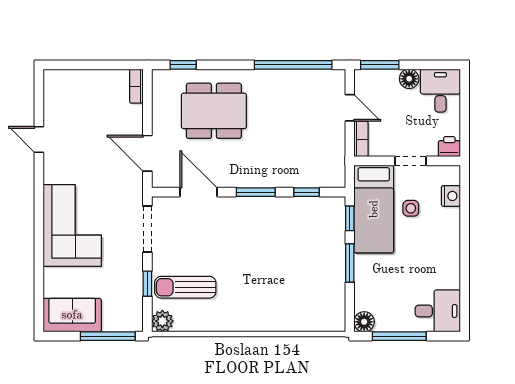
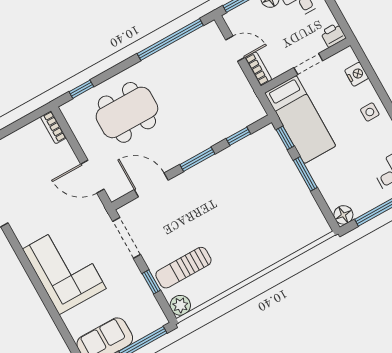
side table: (411, 208) -> (370, 112), moved

